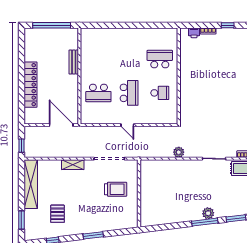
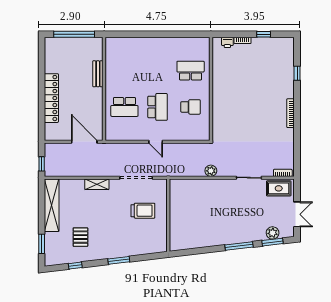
plant: (208, 213) -> (273, 233), moved

